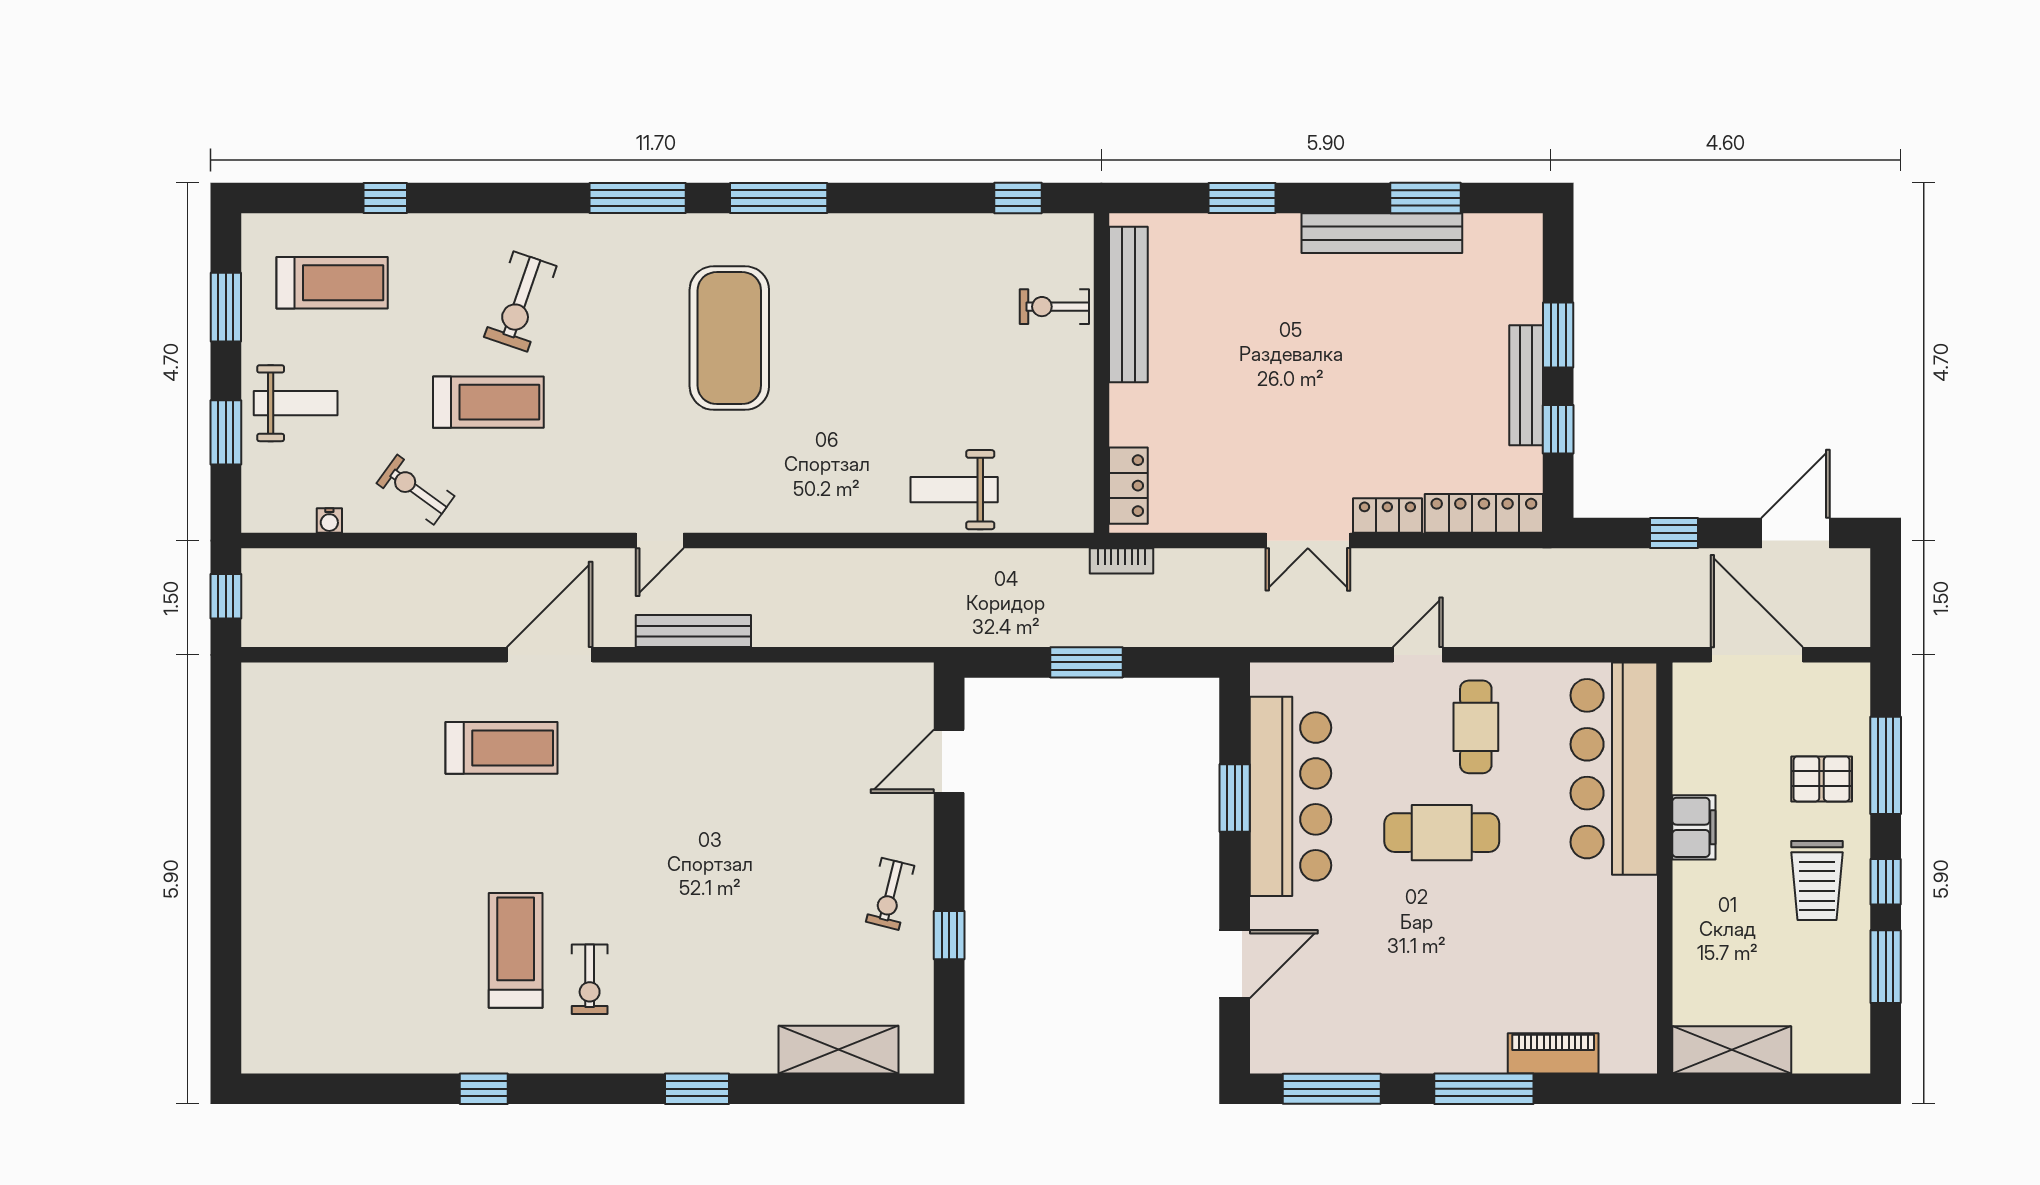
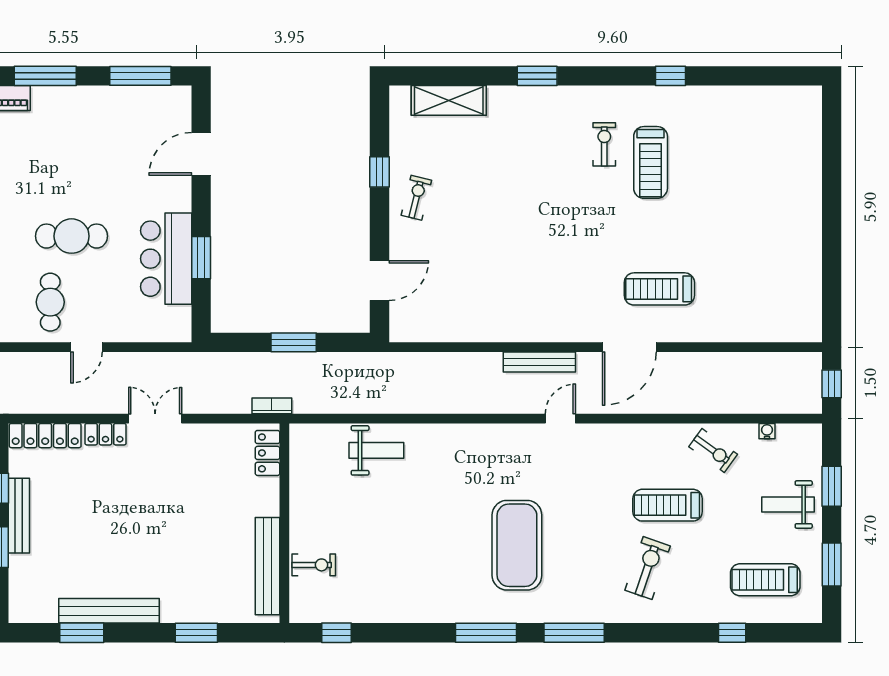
bar counter: (1291, 796) -> (166, 259), width x0.73

